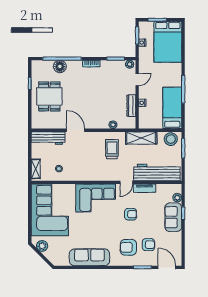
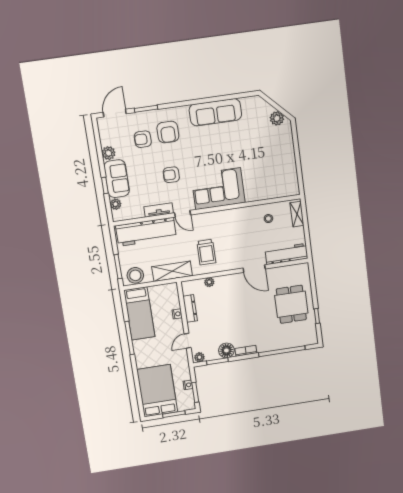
floor lamp: (60, 66) -> (226, 350), moved
door: (126, 182) -> (183, 214), swing flipped
corner sofa: (50, 210) -> (273, 165), removed
plant: (176, 238) -> (109, 153), added
armchair: (128, 247) -> (168, 132), turned 90
door: (167, 267) -> (115, 113), swing flipped

